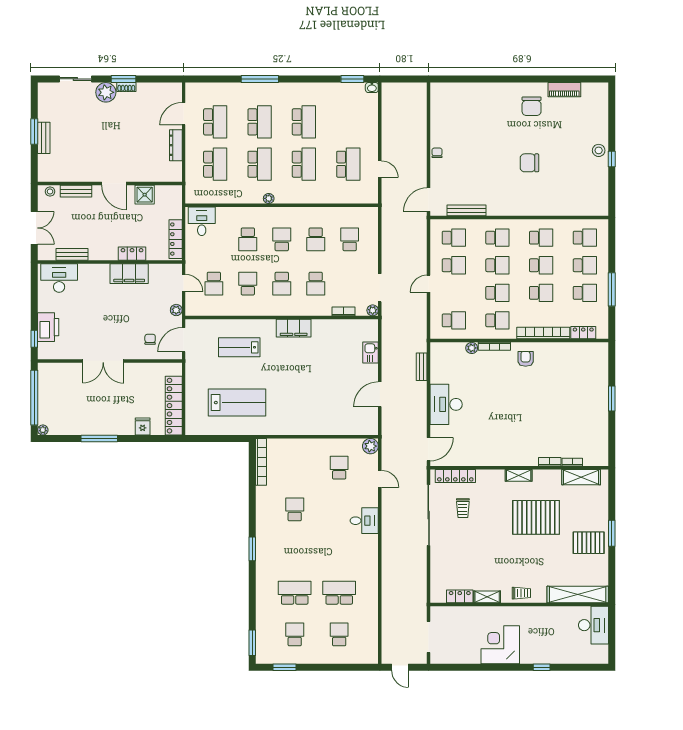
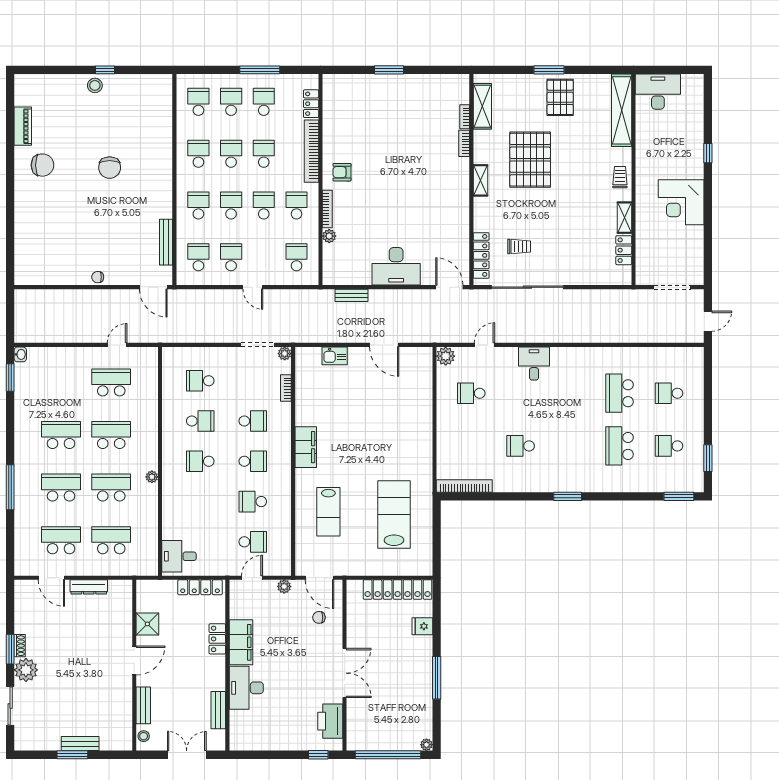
school desk: (248, 239) -> (200, 502), removed
desk: (59, 278) -> (246, 688), moved
printer: (48, 327) -> (330, 721), moved, turned -90

